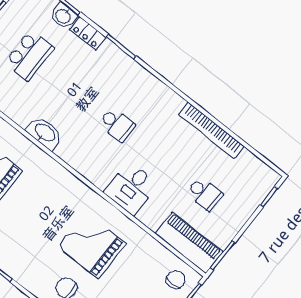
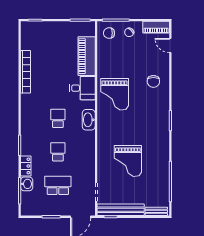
washbasin: (45, 133) -> (89, 120), moved
school desk: (205, 194) -> (58, 152), moved
piano: (189, 243) -> (87, 56), moved
grand piano: (92, 245) -> (115, 94), moved

